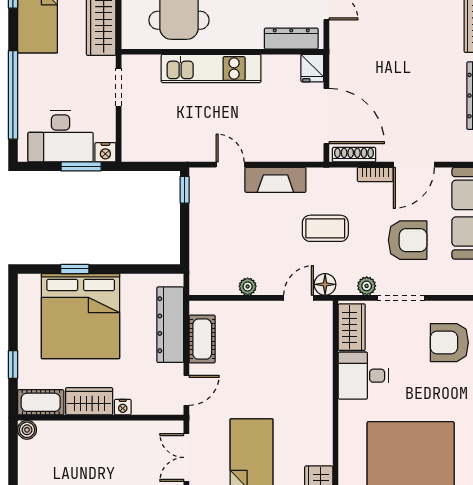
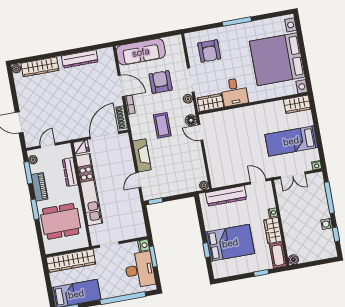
dresser: (291, 39) -> (70, 172), moved
kitchen unit: (211, 69) -> (89, 190), width x1.36
plant: (248, 286) -> (204, 185), moved
bed: (81, 316) -> (230, 243), width x0.73
cot: (202, 339) -> (230, 178), removed

